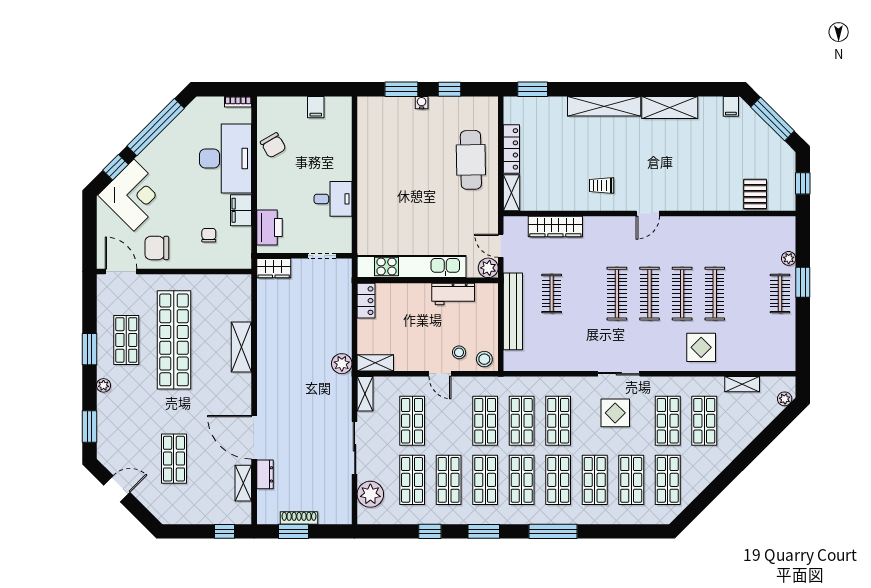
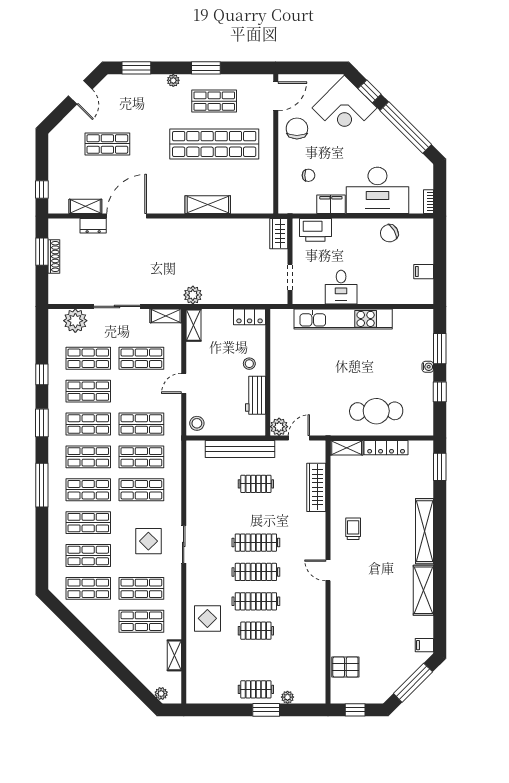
kitchen unit: (412, 266) -> (343, 319), moved, turned 90
clothes rail: (715, 294) -> (256, 631), width x0.73
stool: (459, 352) -> (249, 364), moved

